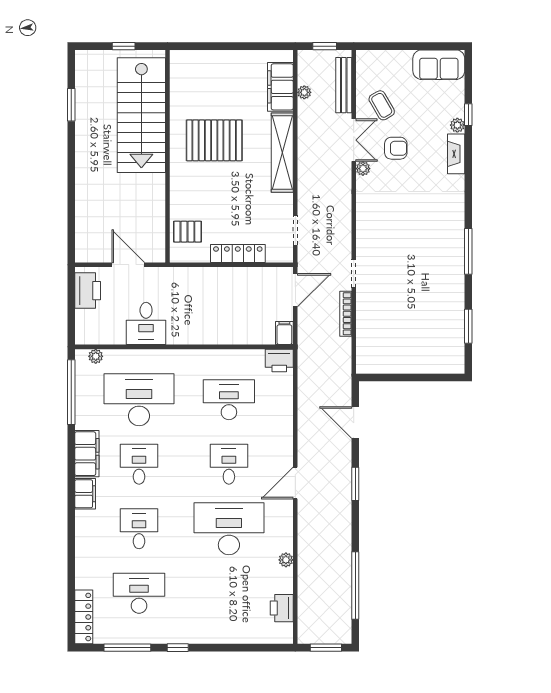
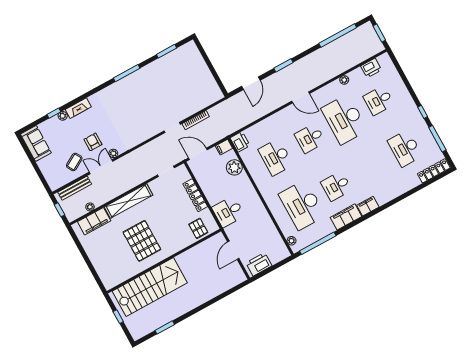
desk: (146, 323) -> (228, 212), moved, turned 180
plant: (247, 332) -> (234, 167), added
desk: (139, 529) -> (379, 100), moved

